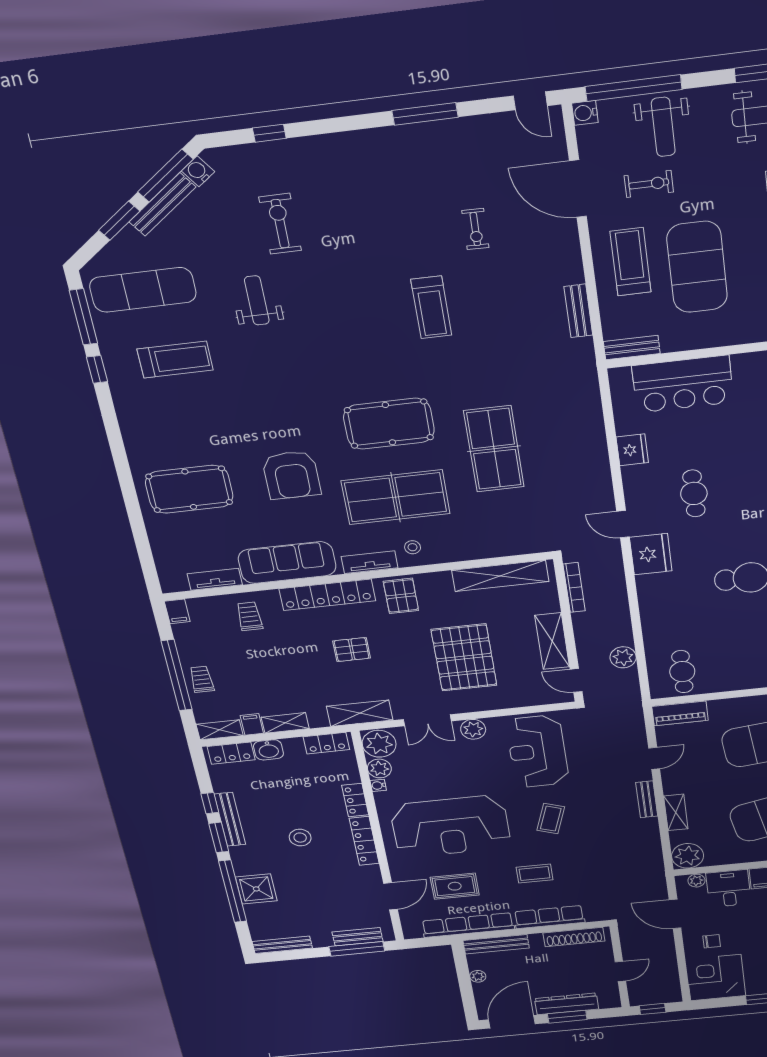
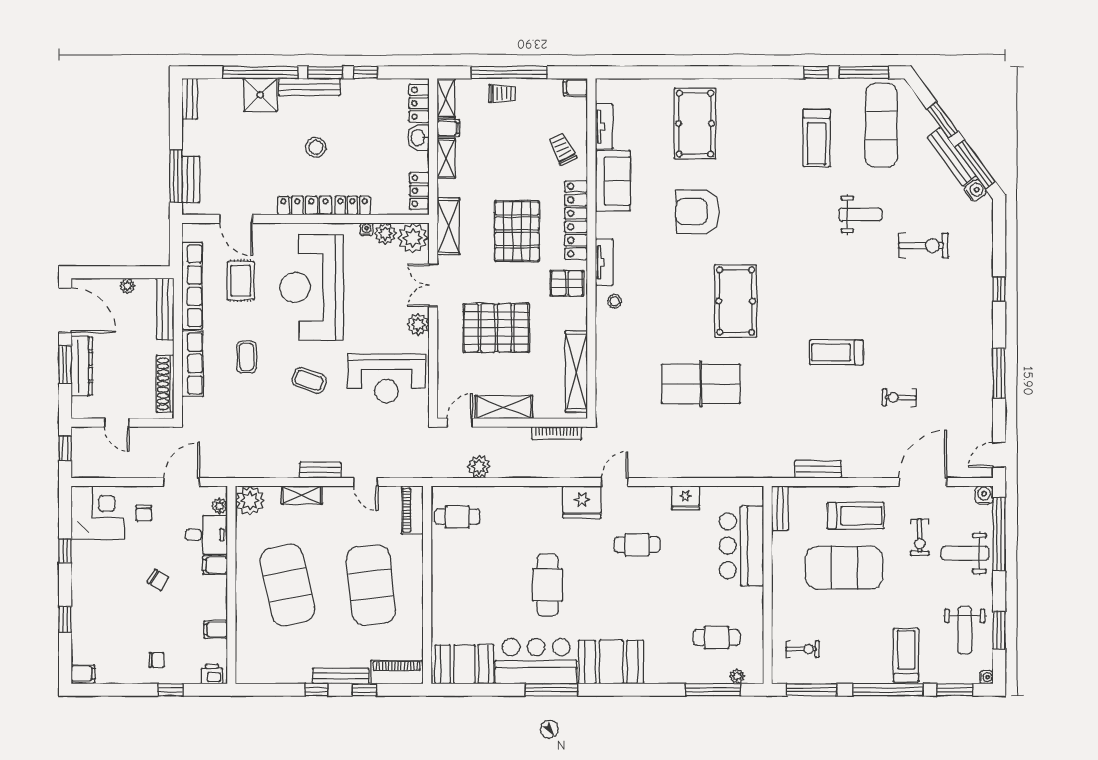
window: (269, 133) -> (999, 289), moved
table tennis table: (396, 497) -> (665, 295), removed
sofa: (287, 563) -> (613, 181), width x0.73
trolley: (249, 616) -> (563, 149), turned -116
pallet: (352, 650) -> (517, 231), width x2.05, depth x2.00
reception desk: (537, 751) -> (386, 378), turned 180
bench: (230, 819) -> (309, 87), moved
bench: (282, 945) -> (190, 99), width x0.73

